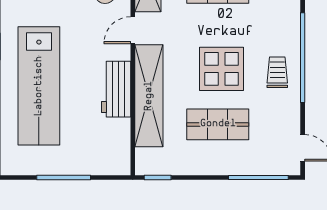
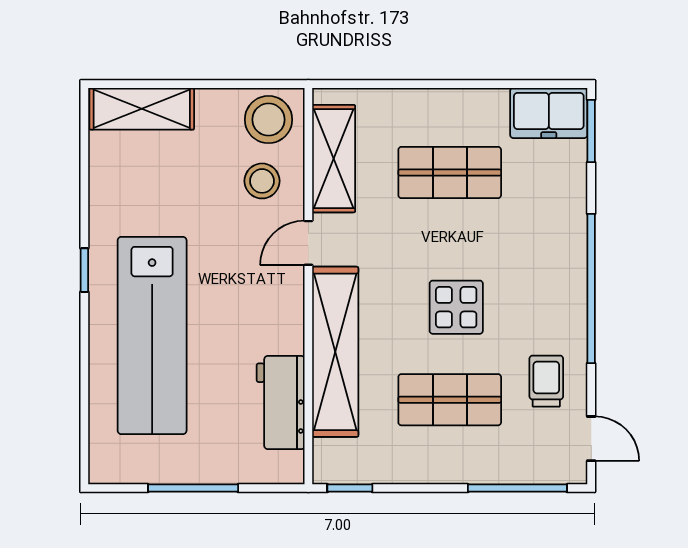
display table: (222, 69) -> (456, 307), width x0.73, depth x0.73
trolley: (277, 72) -> (546, 381), moved
workbench: (116, 89) -> (281, 403), moved

